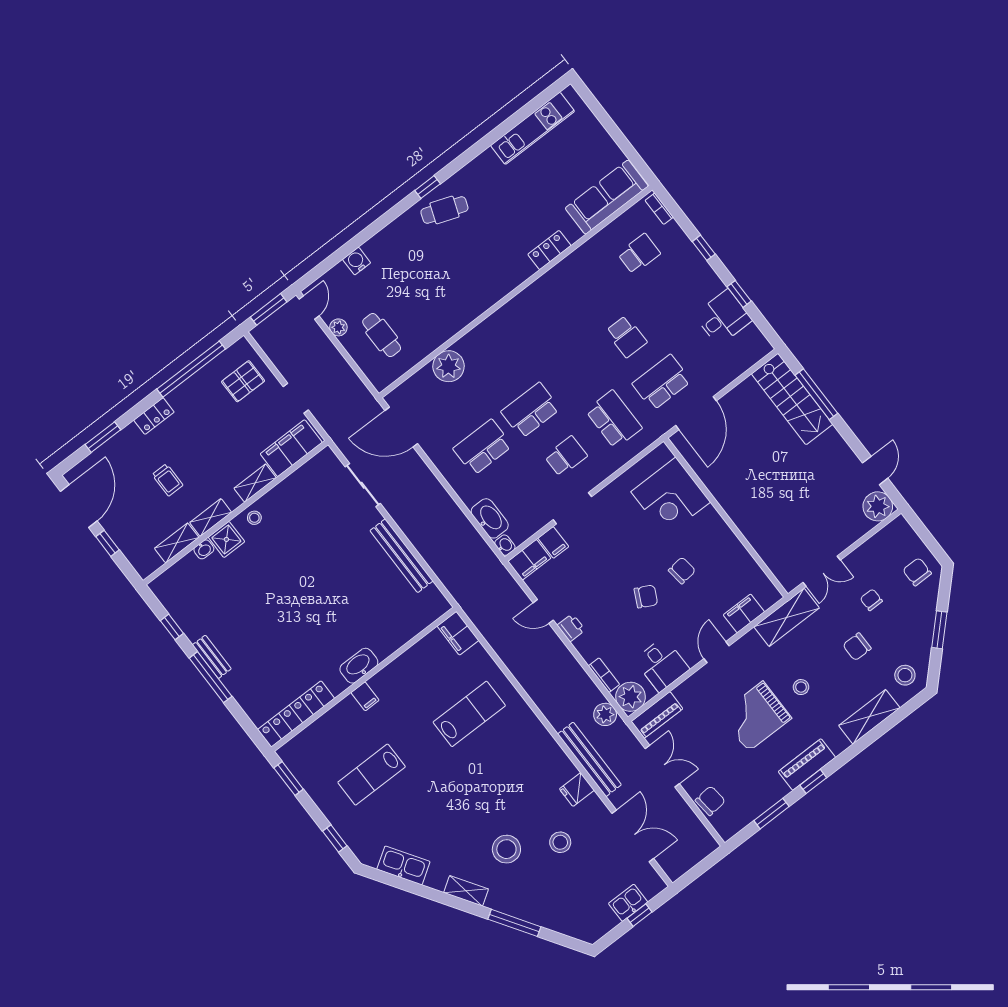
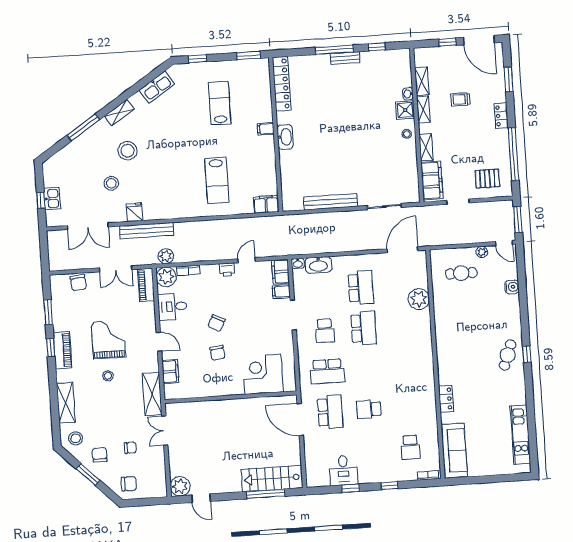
pallet: (243, 381) -> (487, 179), turned 90
chair: (857, 647) -> (100, 455), moved

